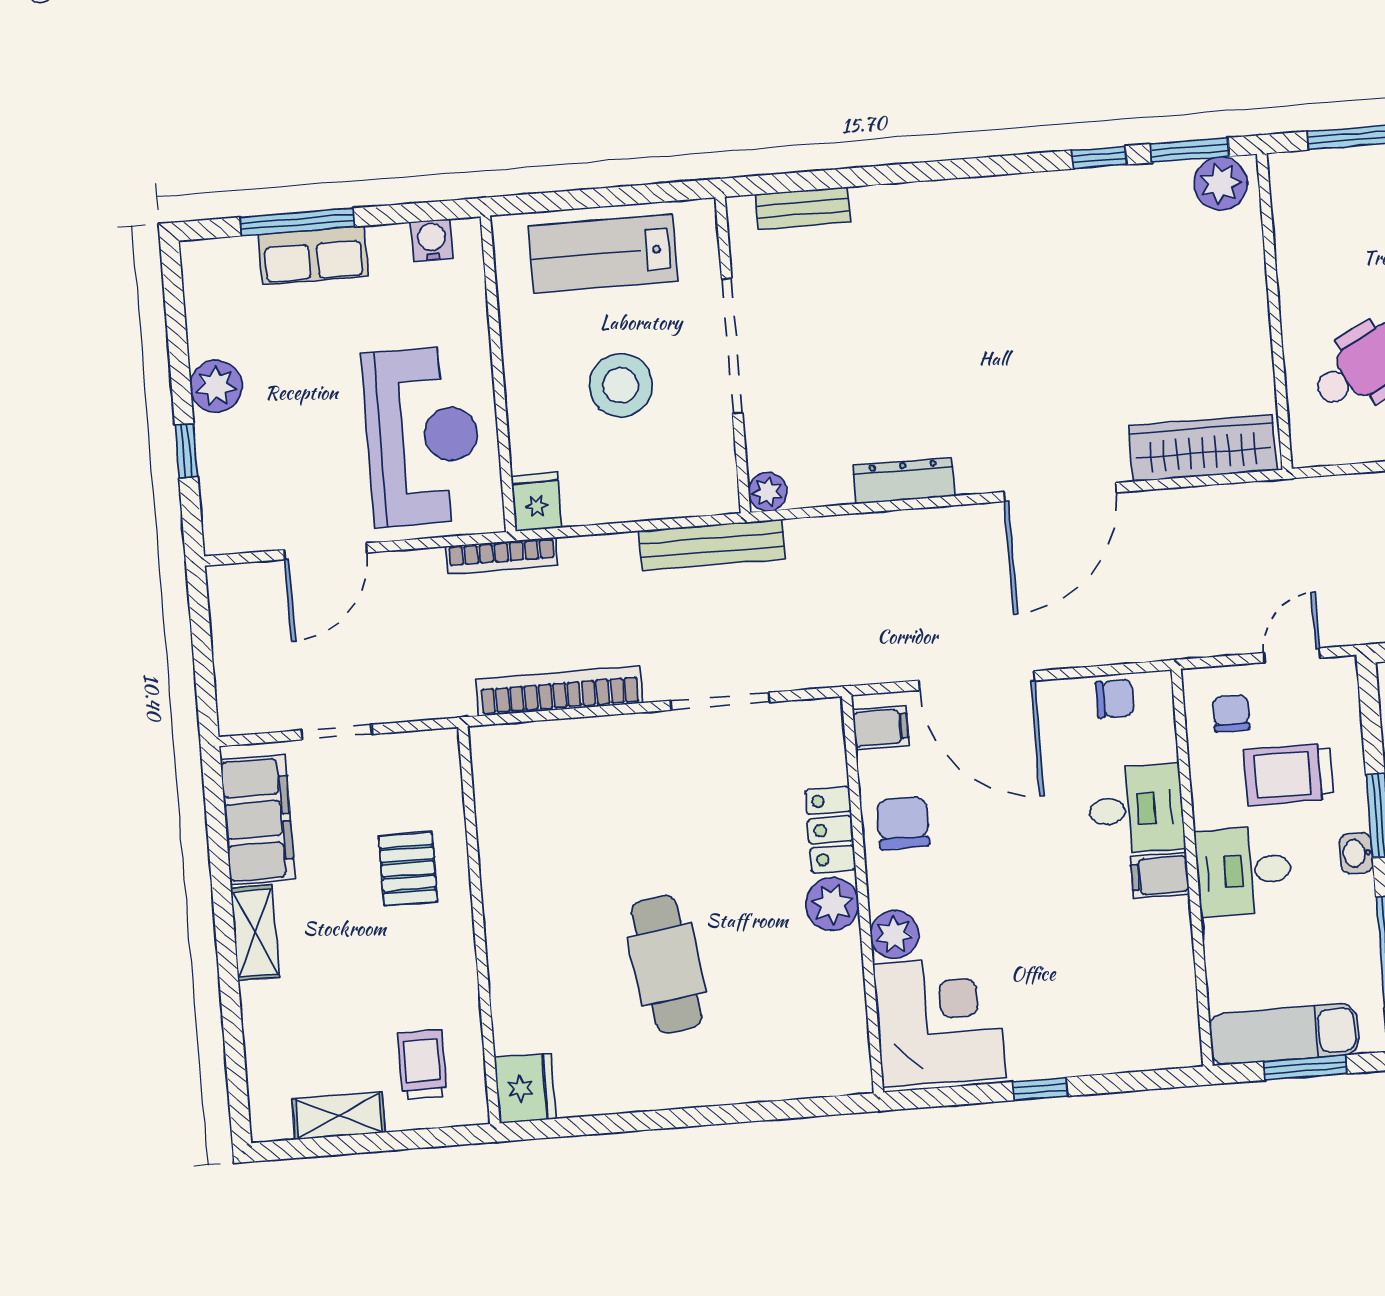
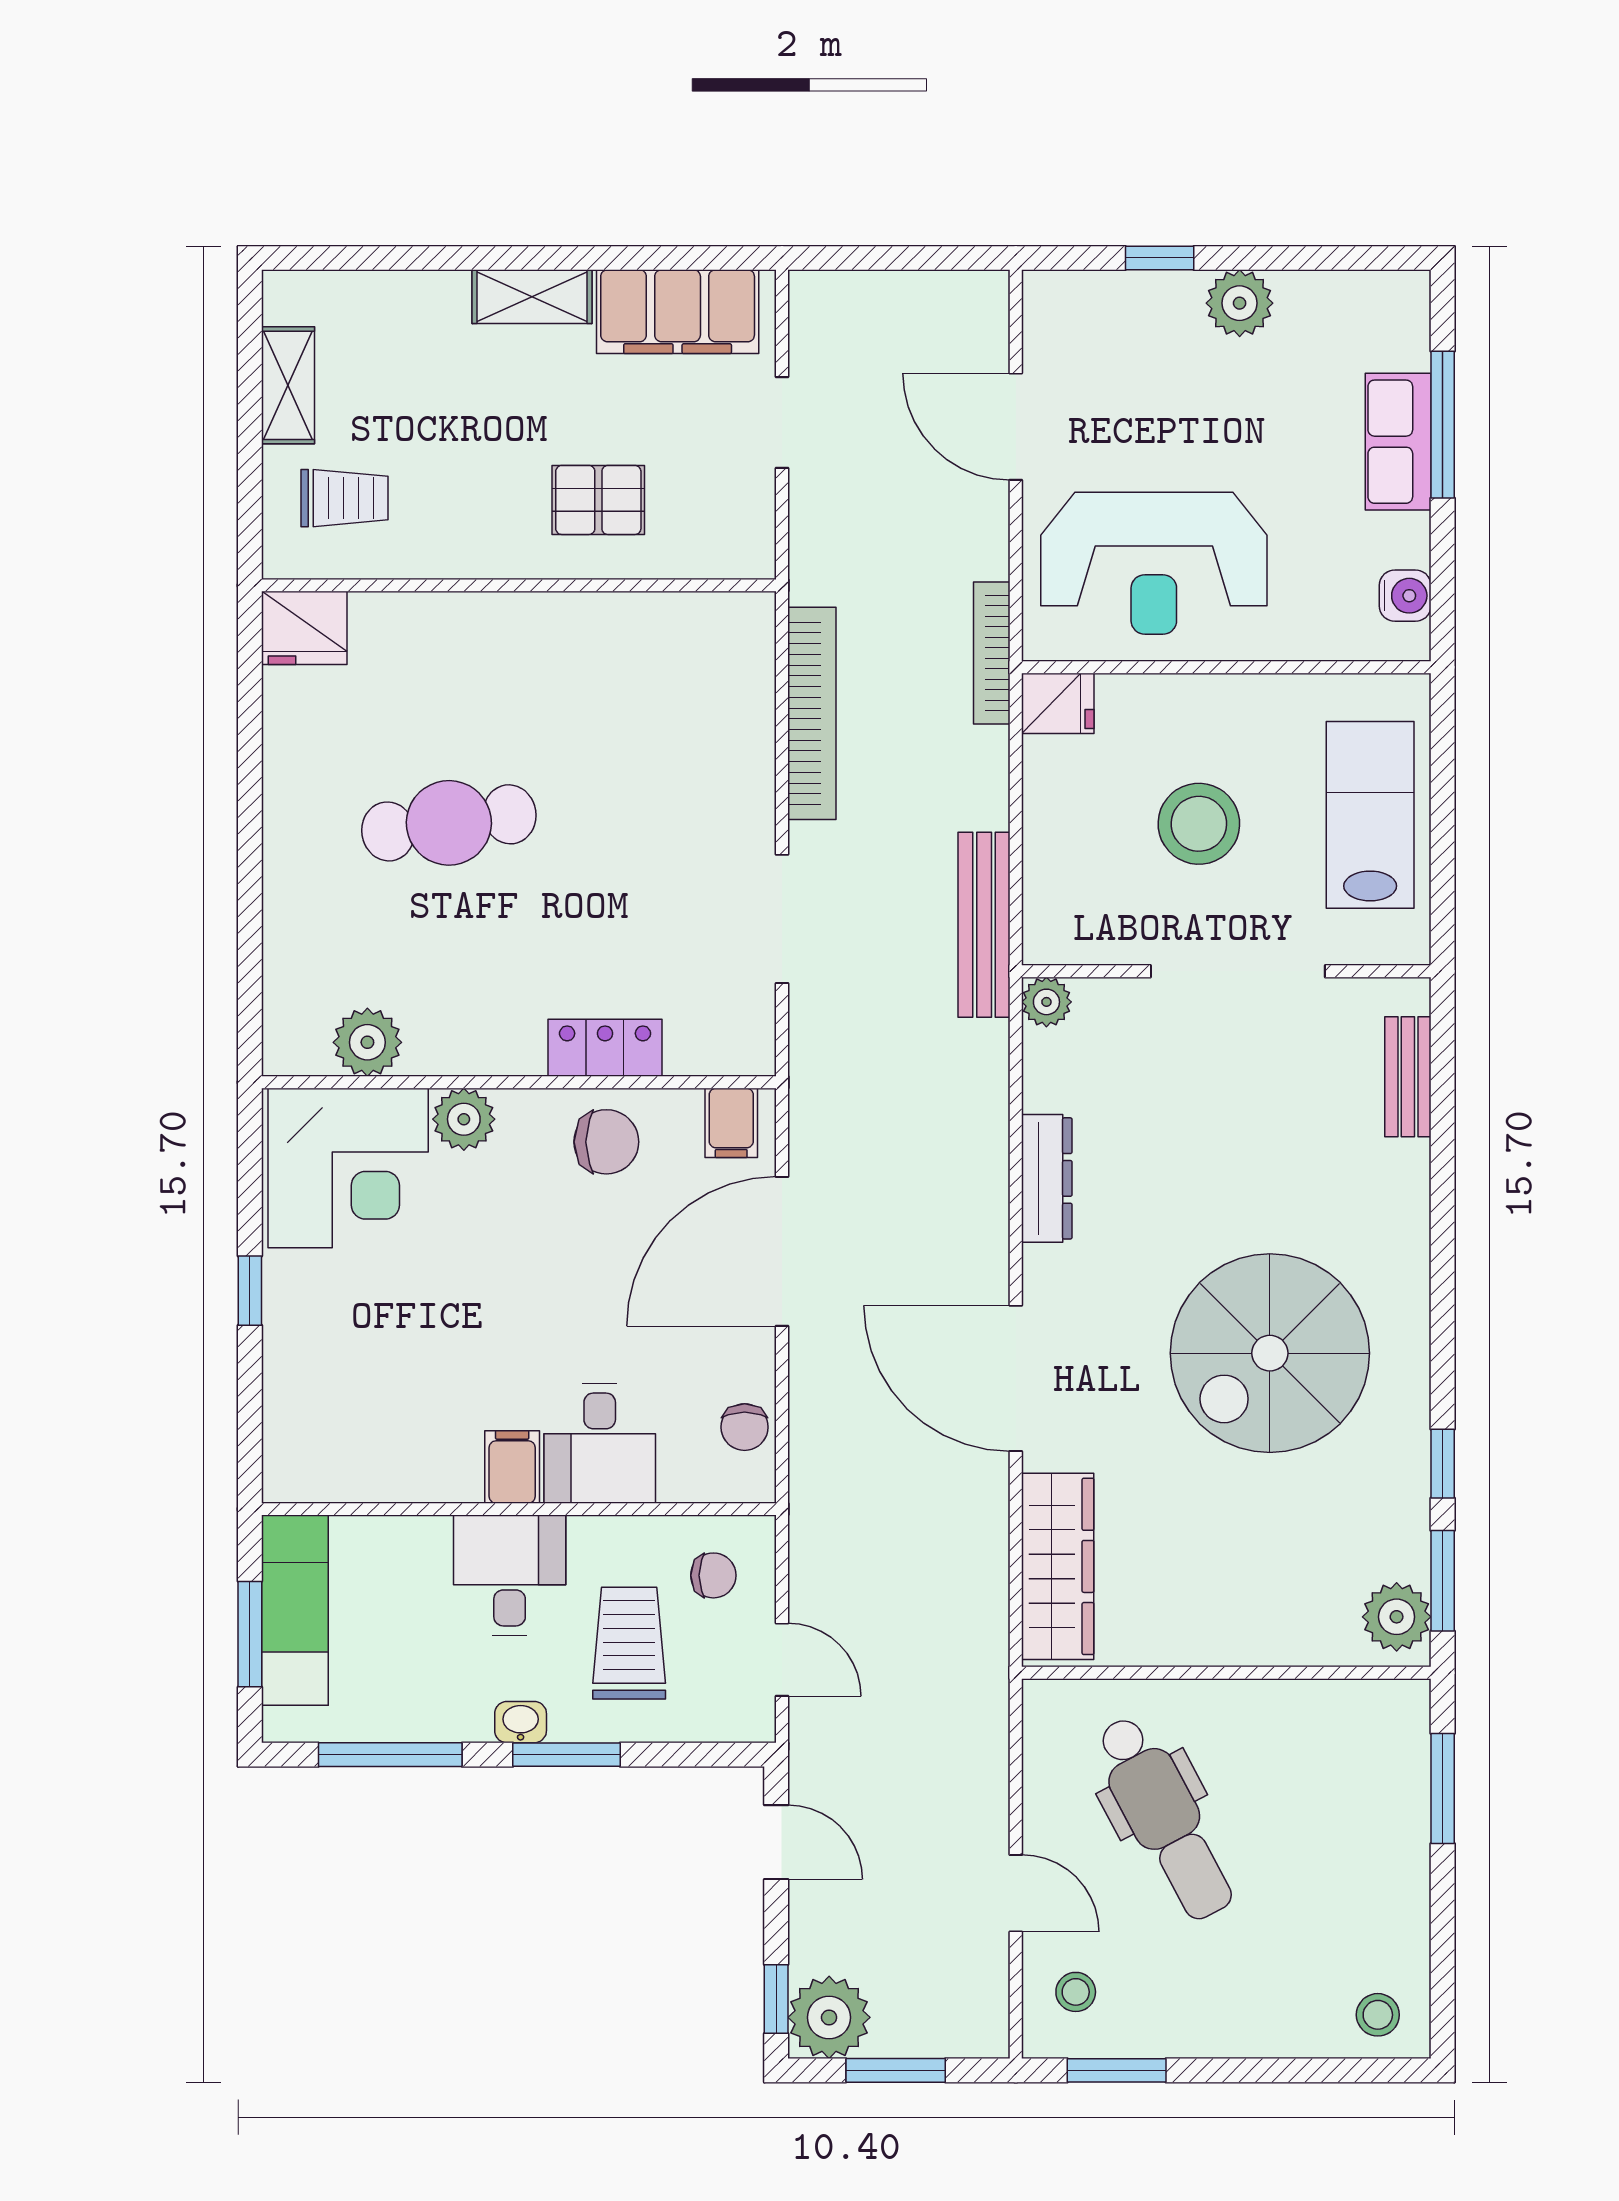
spiral stairs: (1025, 298) -> (1270, 1353), added
plant: (832, 904) -> (367, 1042), moved

